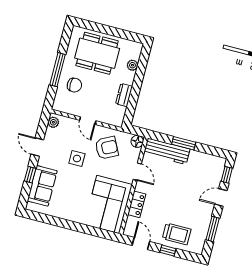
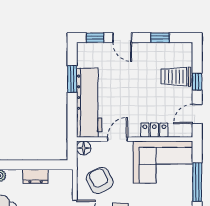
window: (184, 143) -> (72, 79), moved
workbench: (167, 151) -> (89, 103), width x1.36, depth x1.32
window: (84, 229) -> (197, 182), added
window: (213, 229) -> (160, 38), width x0.67
trolley: (177, 234) -> (176, 77), turned -90

